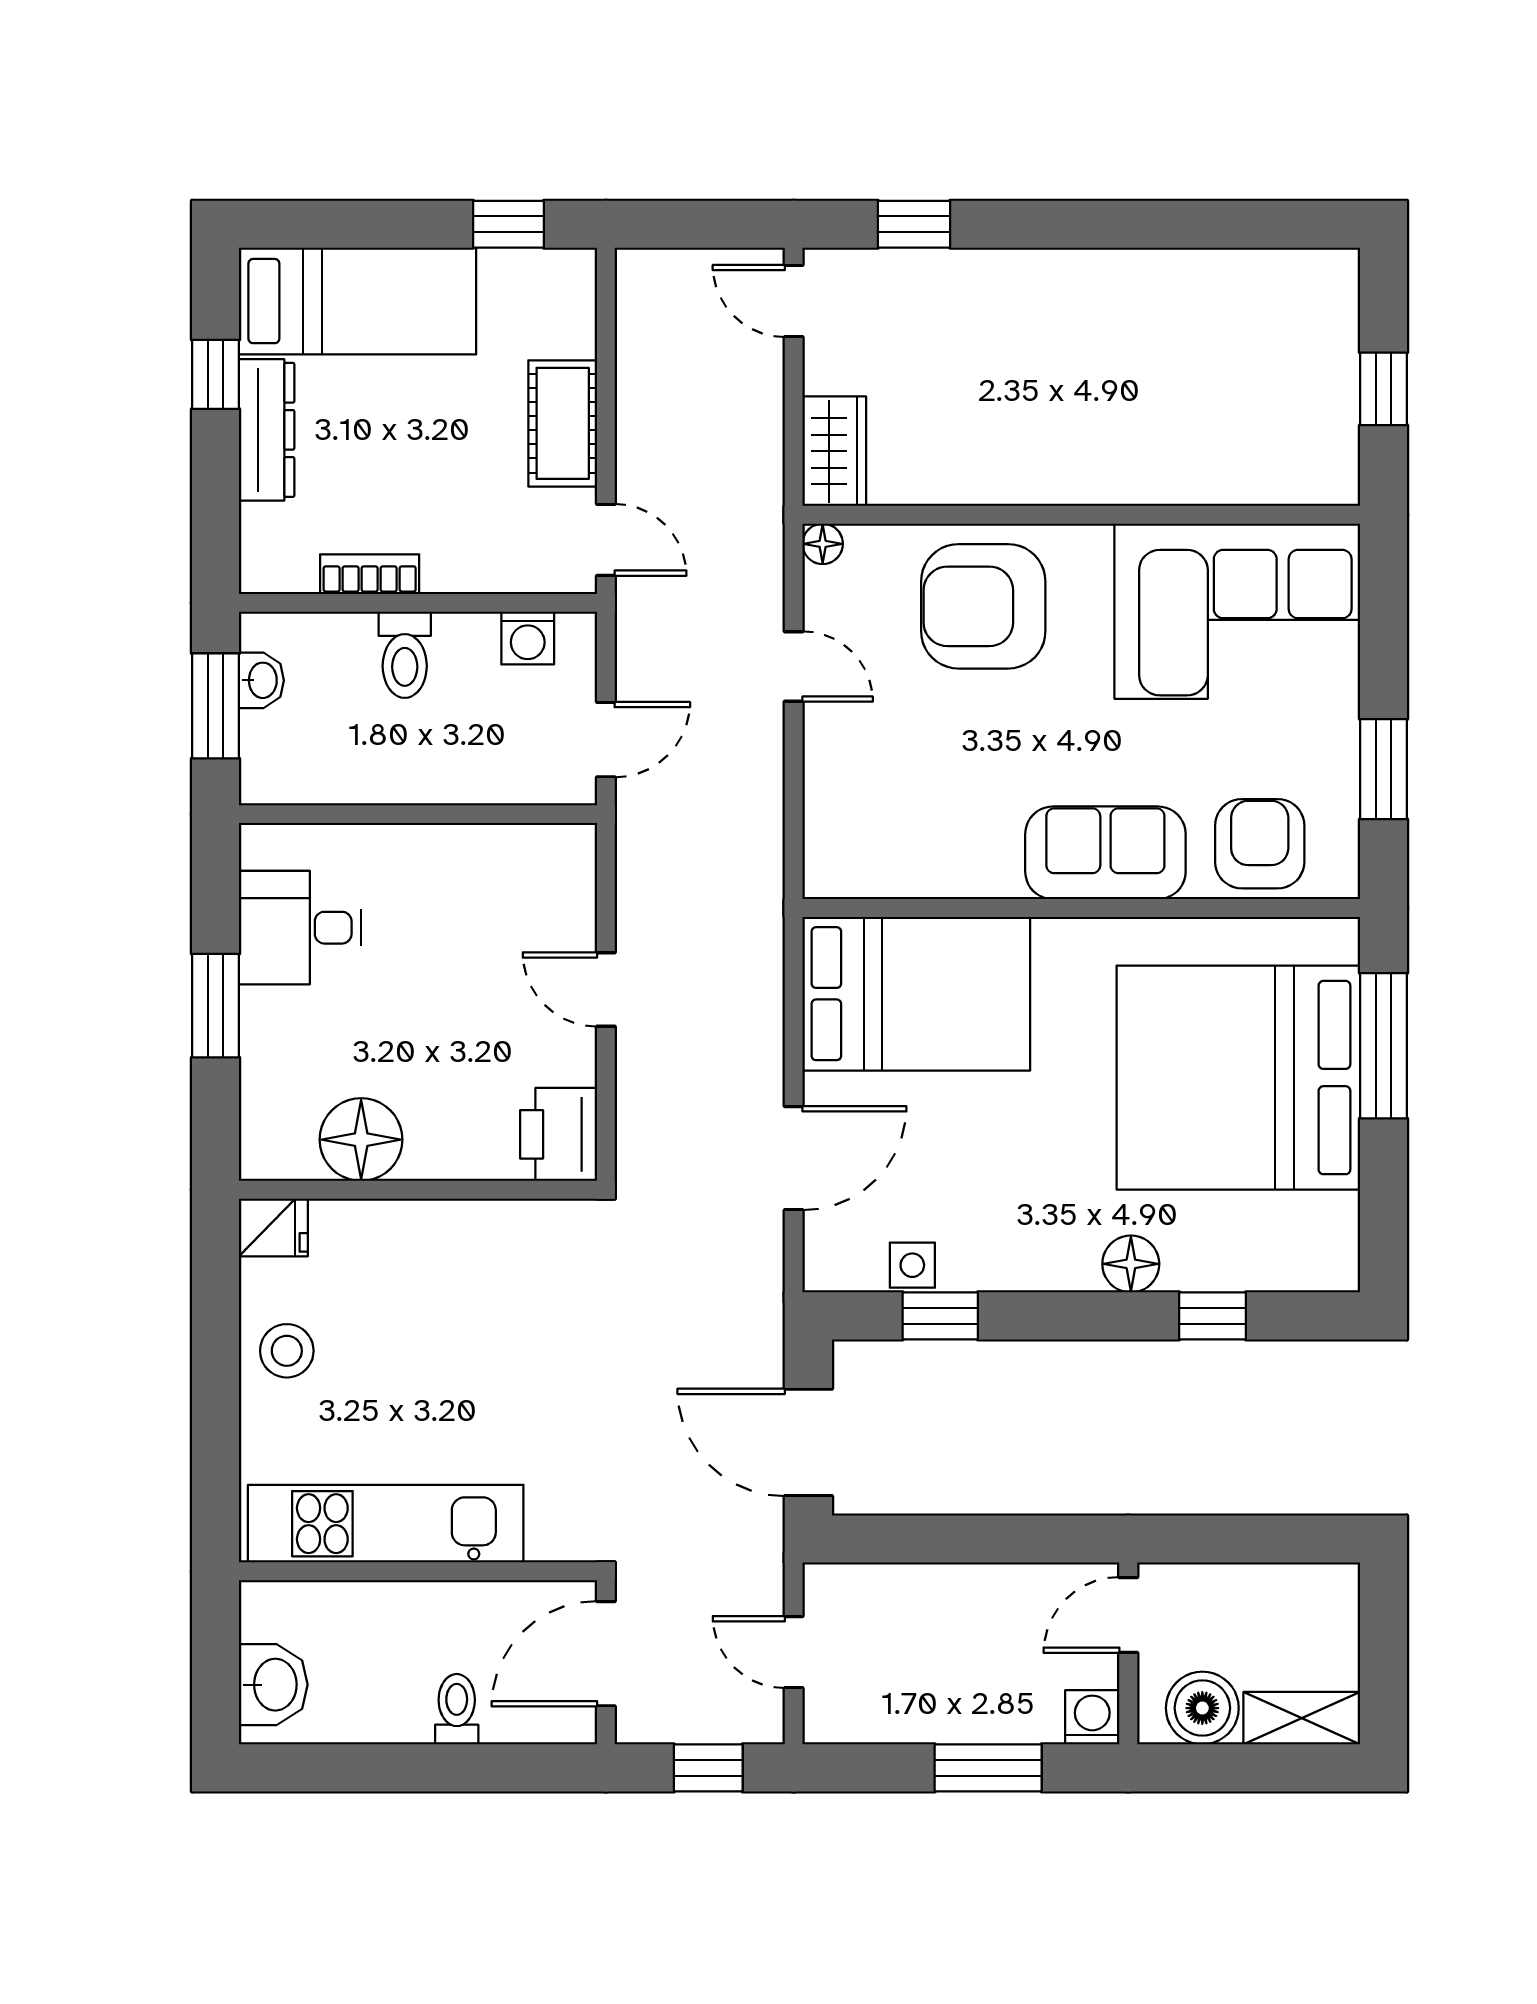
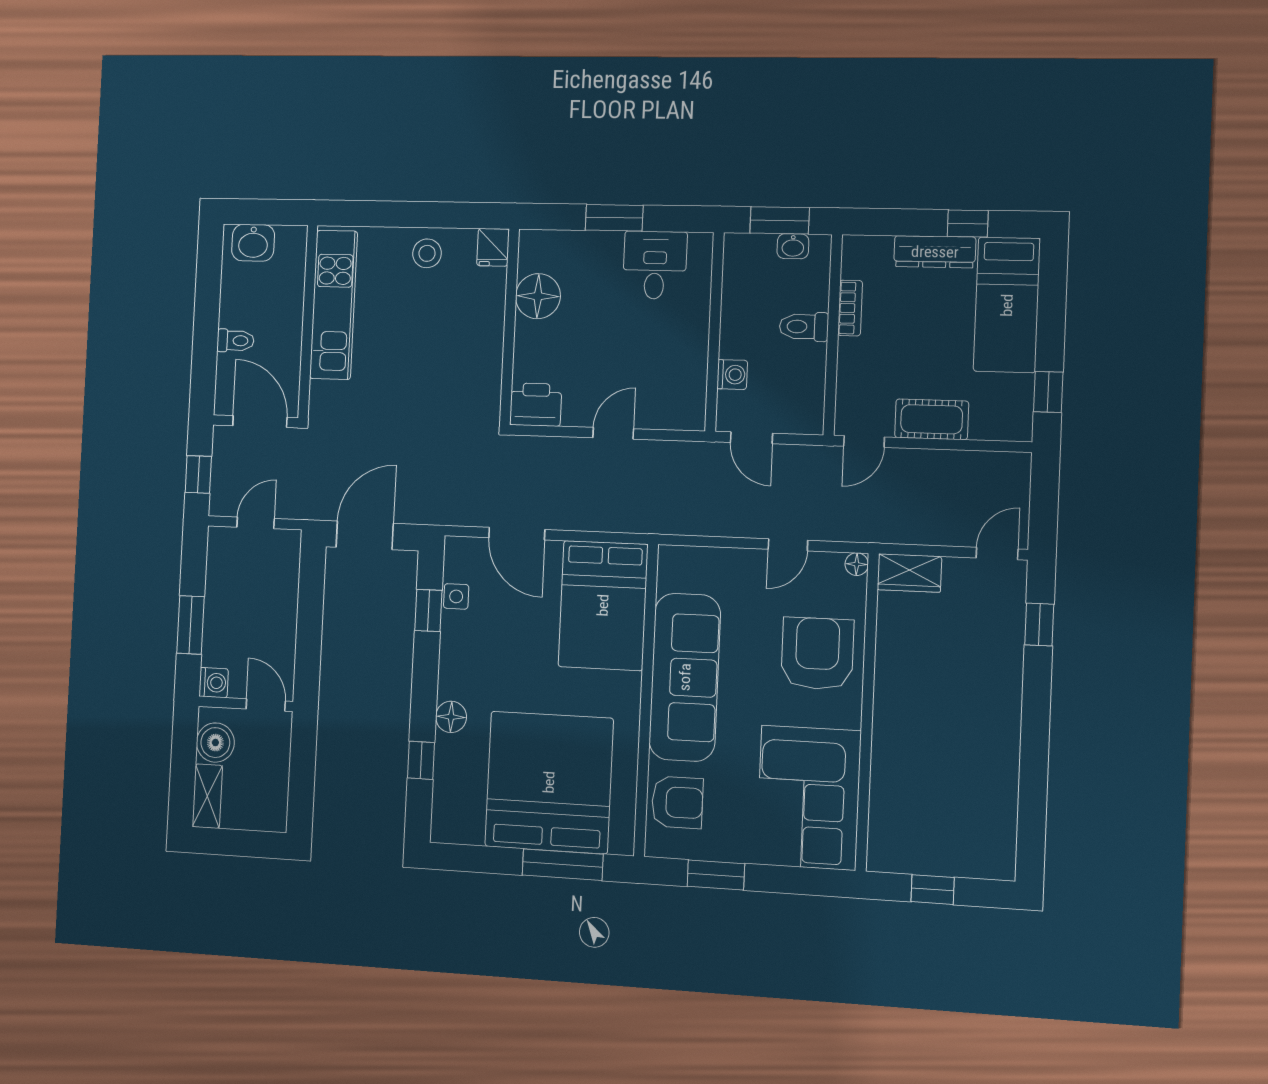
washing machine: (528, 638) -> (732, 375), moved, turned 180
sofa: (1105, 853) -> (685, 677), width x1.85, depth x1.27

